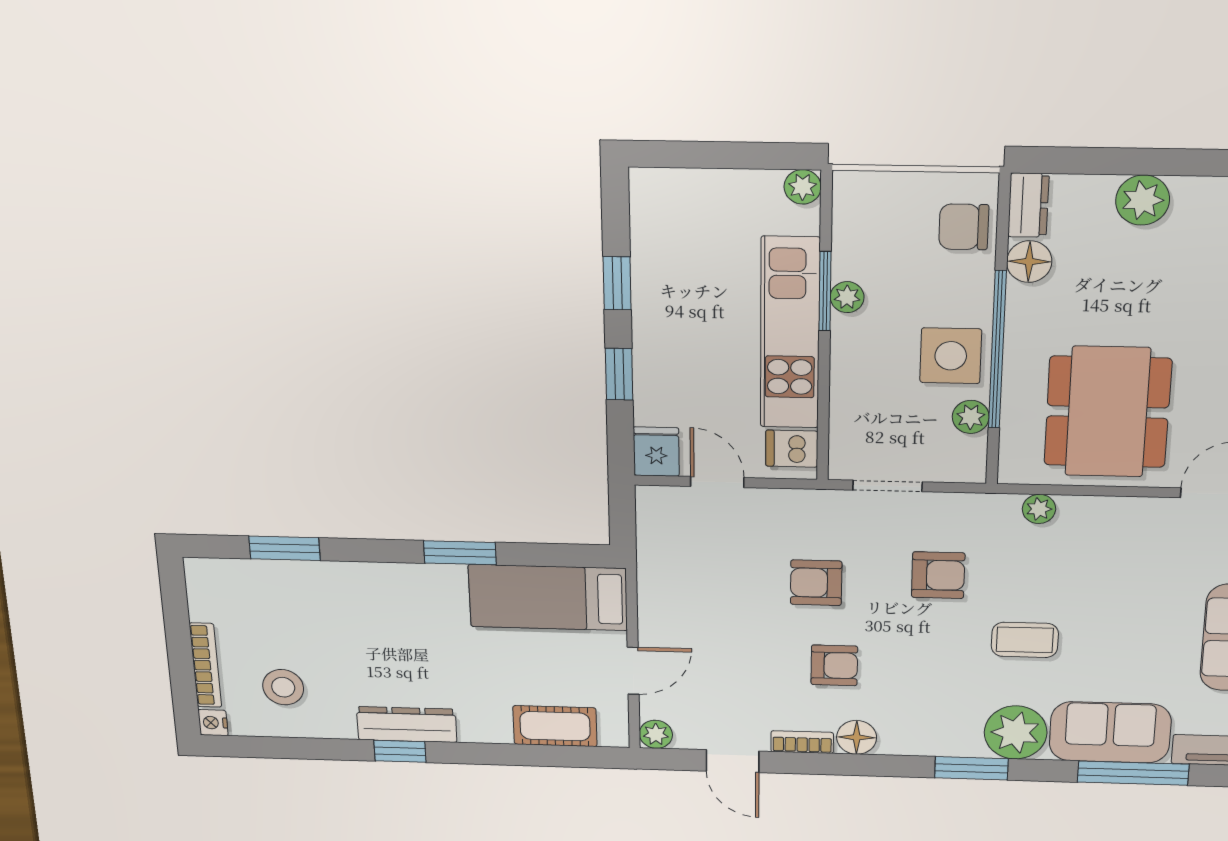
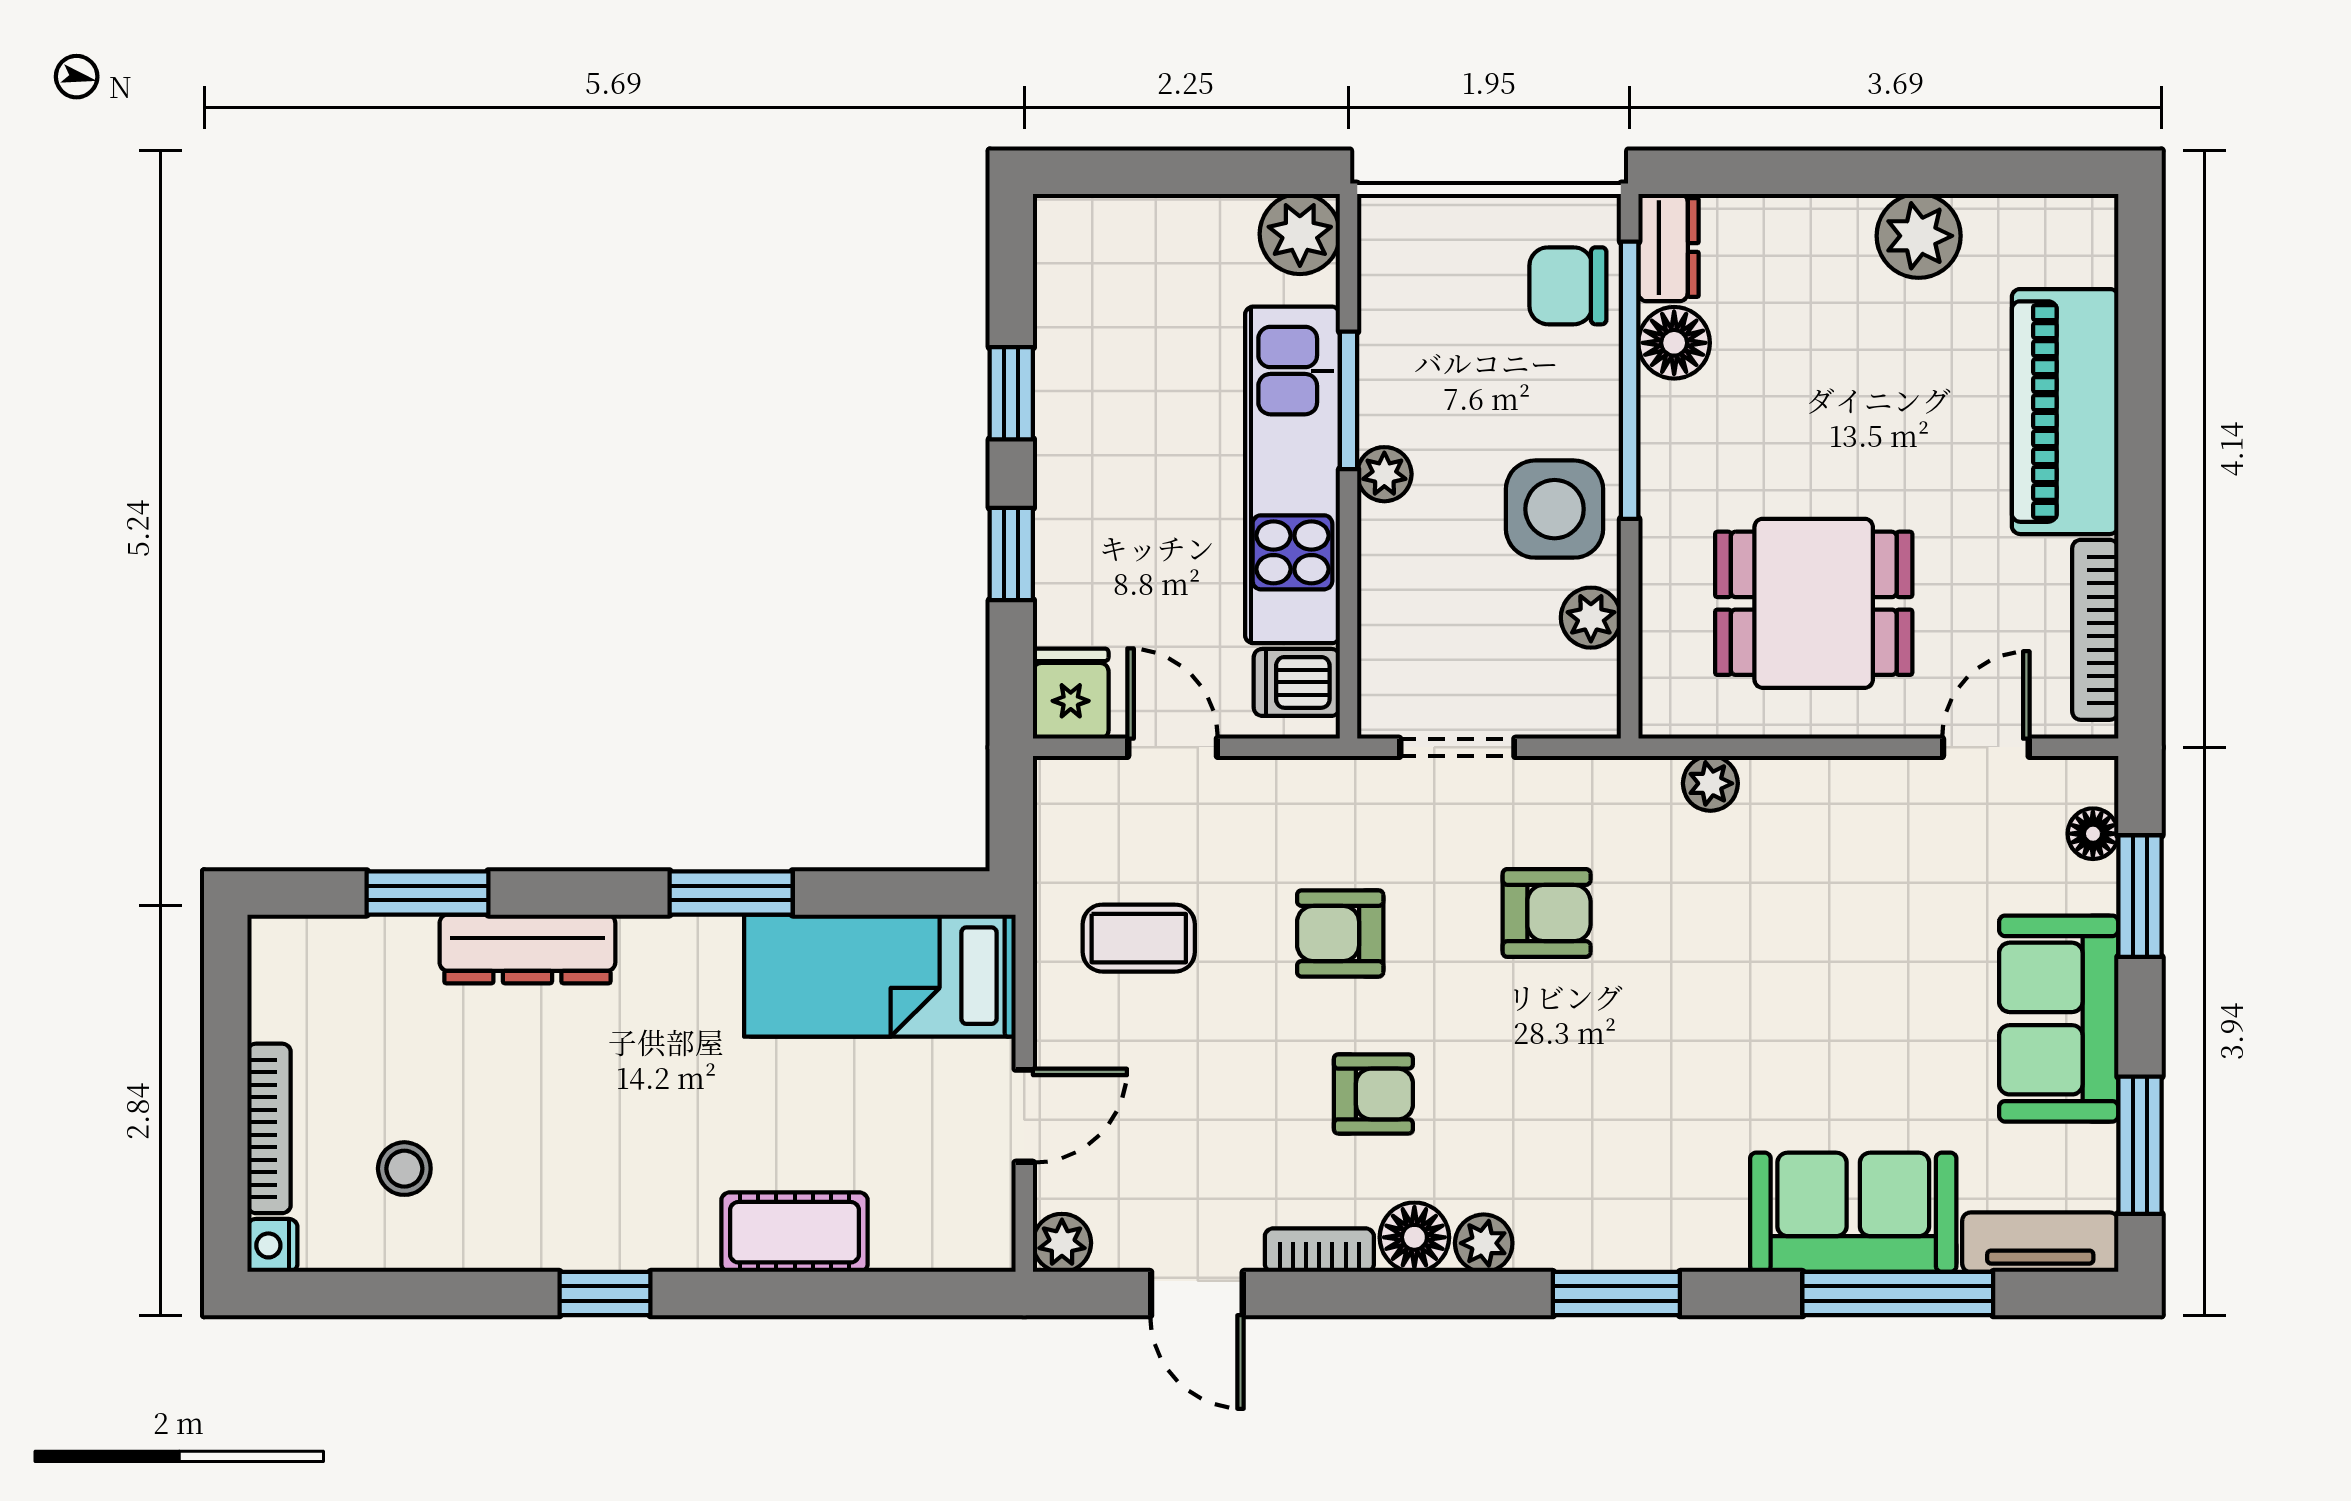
plant: (803, 187) -> (1300, 234), width x1.38, depth x1.38
plant: (1143, 200) -> (1919, 236), moved
plant: (847, 297) -> (1384, 474), moved
window: (997, 350) -> (1630, 380), moved
dining table: (1108, 412) -> (1814, 603), width x0.73
coffee table: (1025, 640) -> (1139, 938), moved
stool: (283, 687) -> (404, 1169), width x0.73, depth x0.73
dresser: (407, 724) -> (527, 949), moved, turned 180
cot: (555, 726) -> (795, 1232), moved
plant: (1016, 732) -> (1484, 1243), moved, width x0.53, depth x0.53

